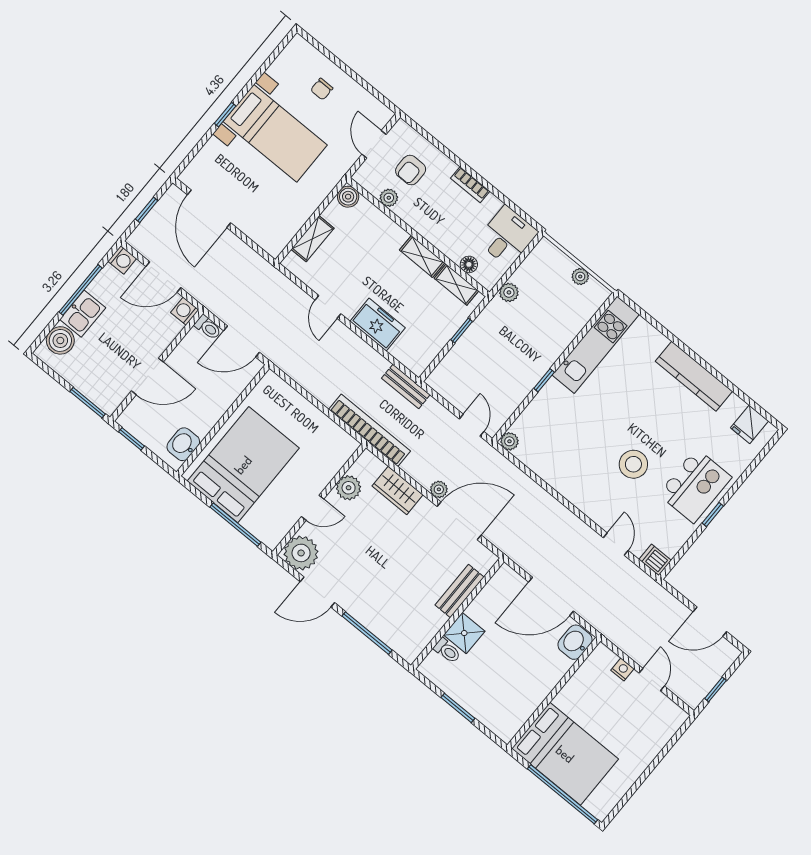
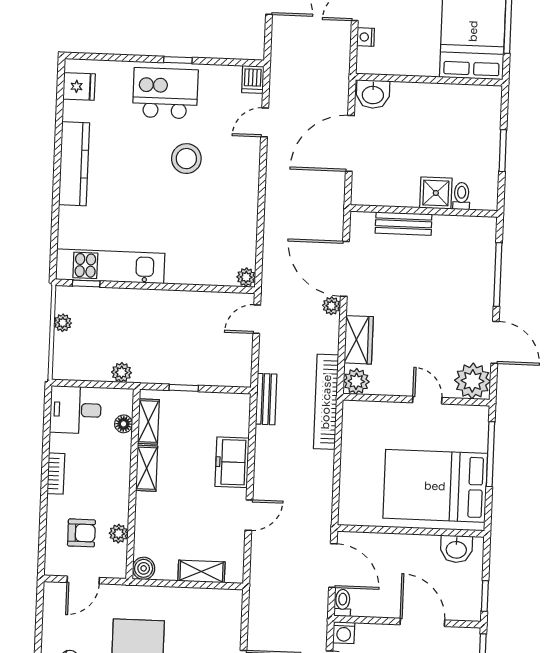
window: (544, 380) -> (86, 284), moved
plant: (349, 488) -> (356, 381), moved
door: (551, 597) -> (350, 143), swing flipped

